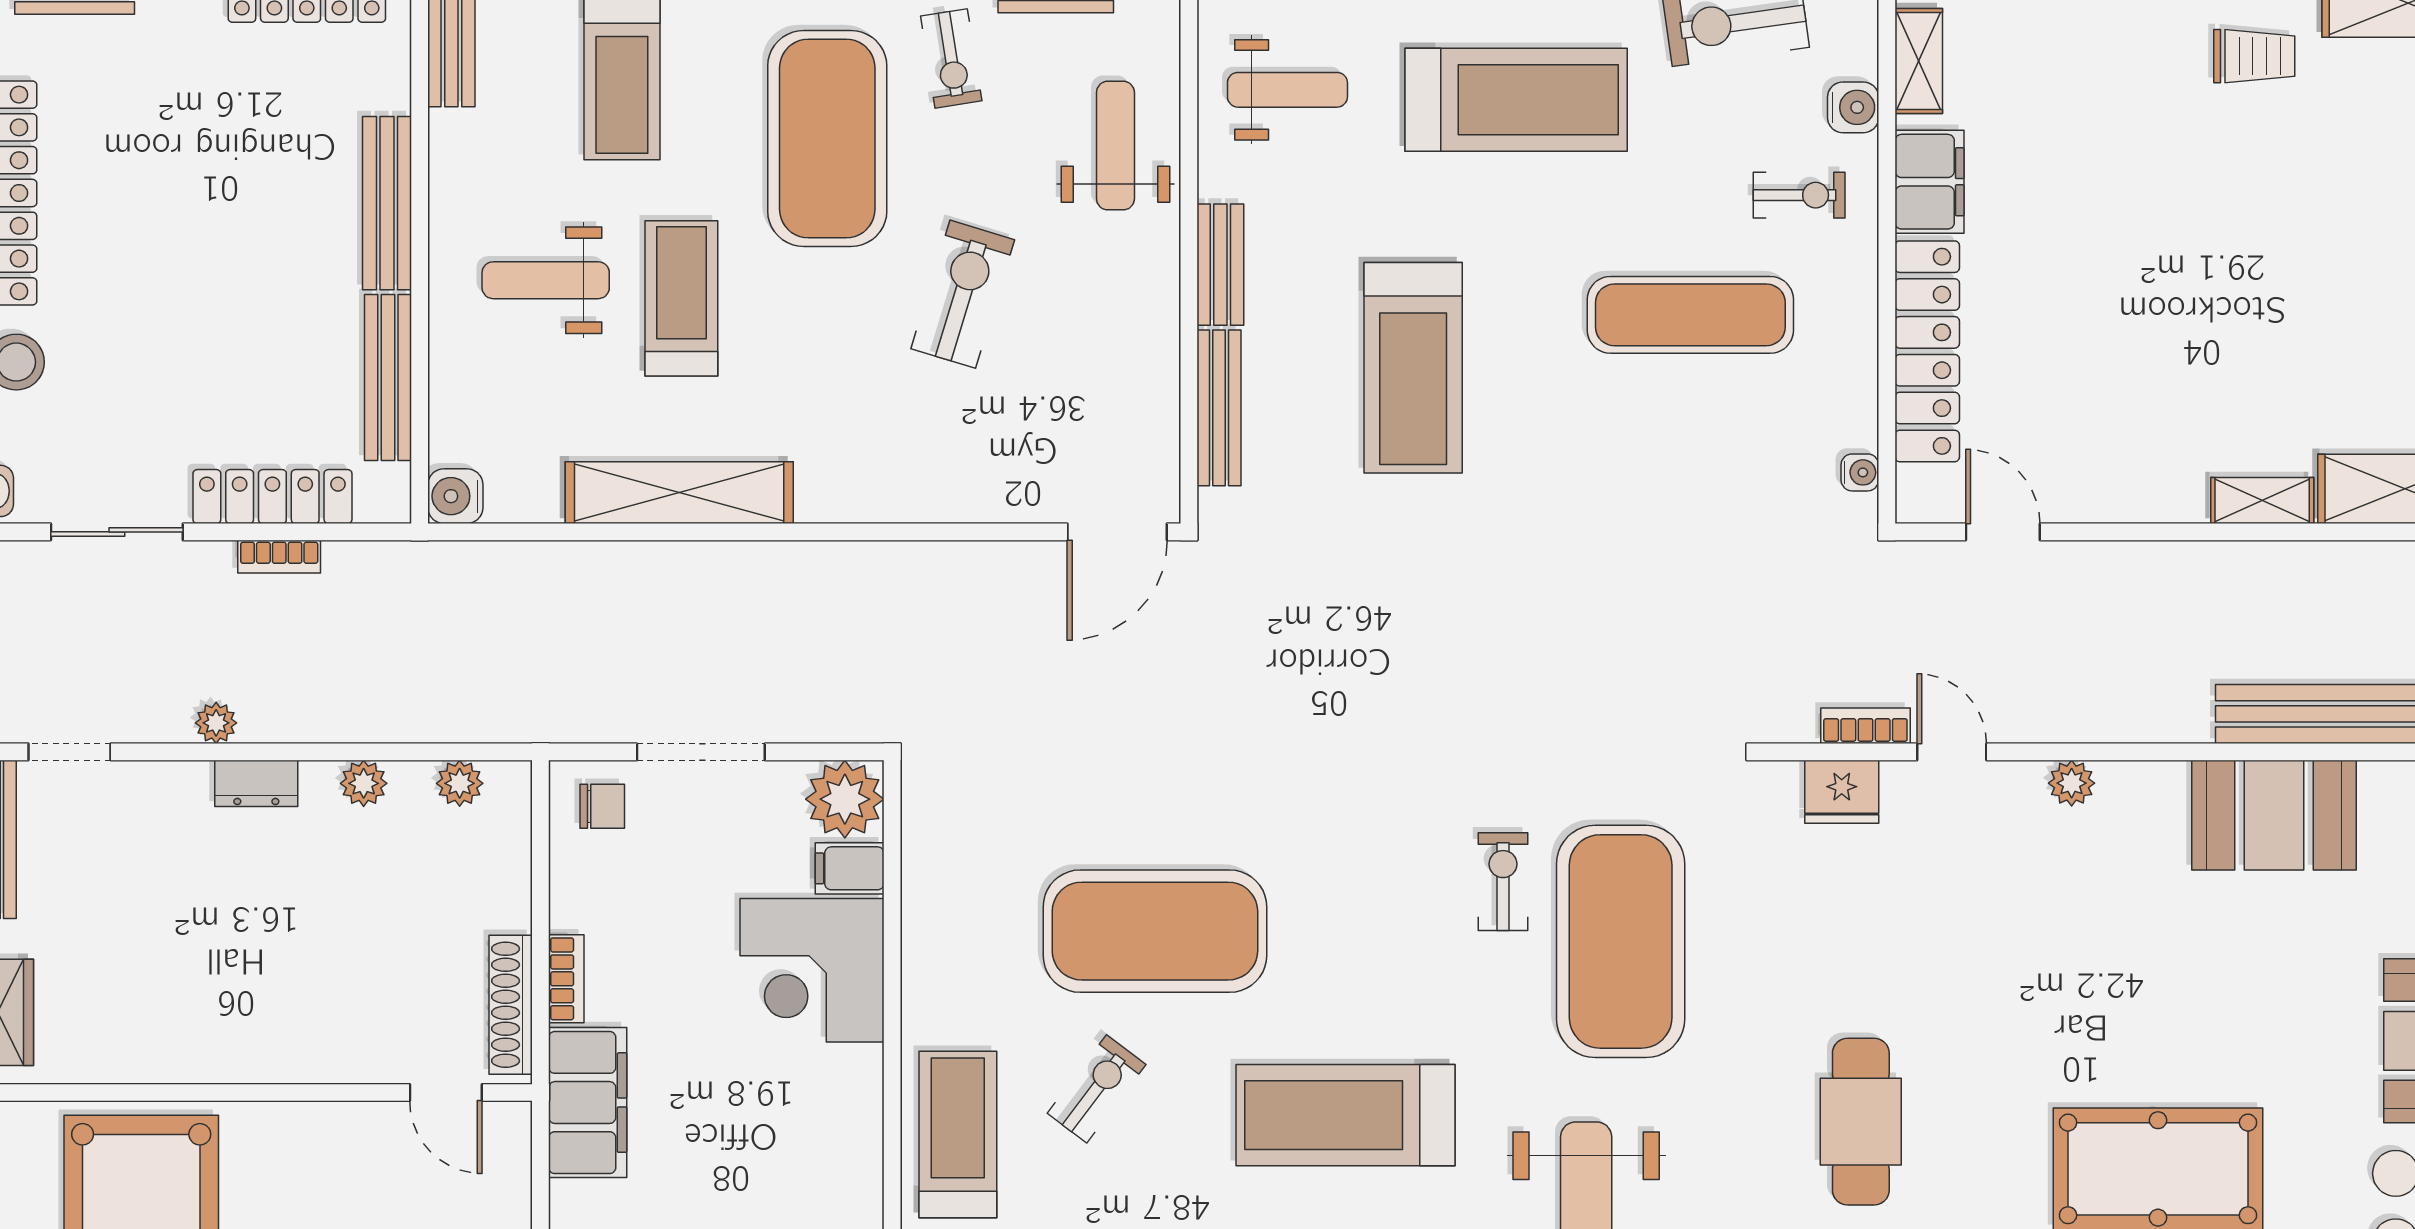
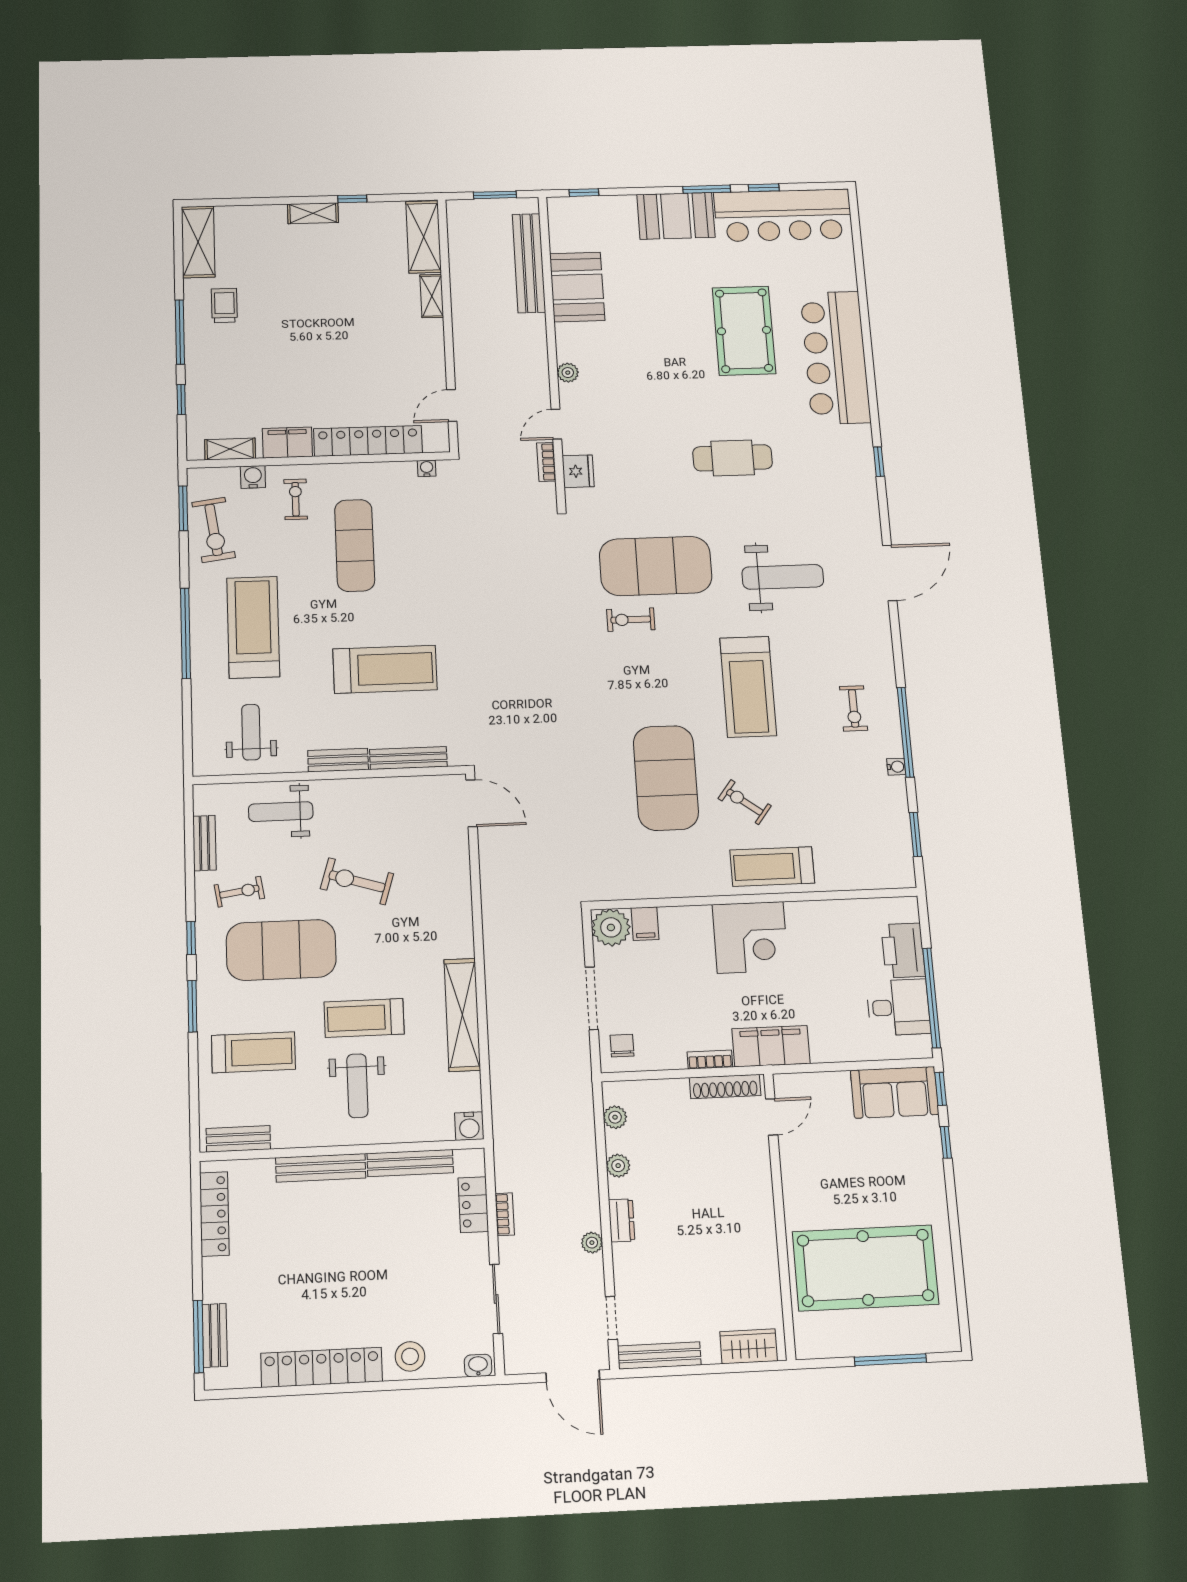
locker: (272, 497) -> (473, 1205), width x0.66
corner desk: (812, 970) -> (750, 937), moved

